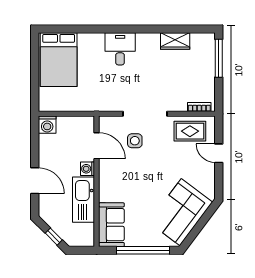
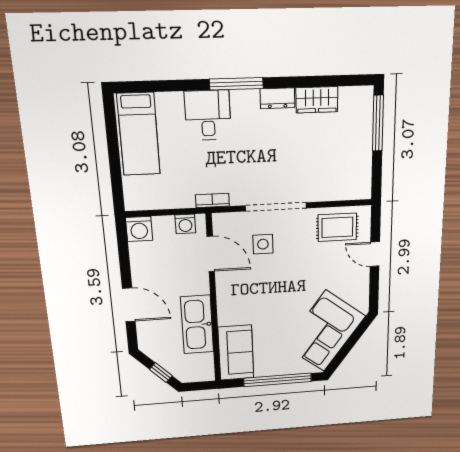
window: (120, 29) -> (236, 84), added
dresser: (148, 39) -> (277, 98), added
desk: (120, 49) -> (208, 115), moved
bed: (59, 60) -> (139, 134), width x0.67
bookcase: (199, 107) -> (212, 200), moved
washing machine: (88, 169) -> (185, 224), moved, turned -90

